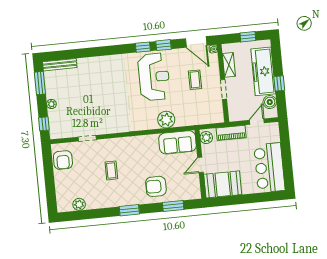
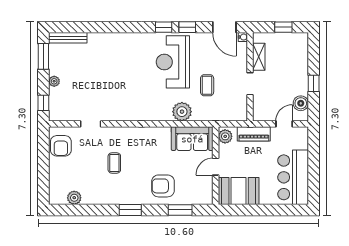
freezer: (263, 71) -> (297, 68), removed
reception desk: (154, 77) -> (173, 62), turned 180
coffee table: (195, 80) -> (207, 85), moved

